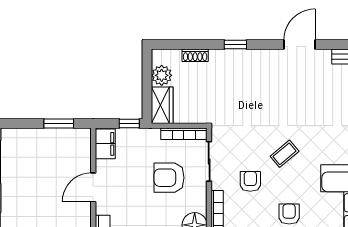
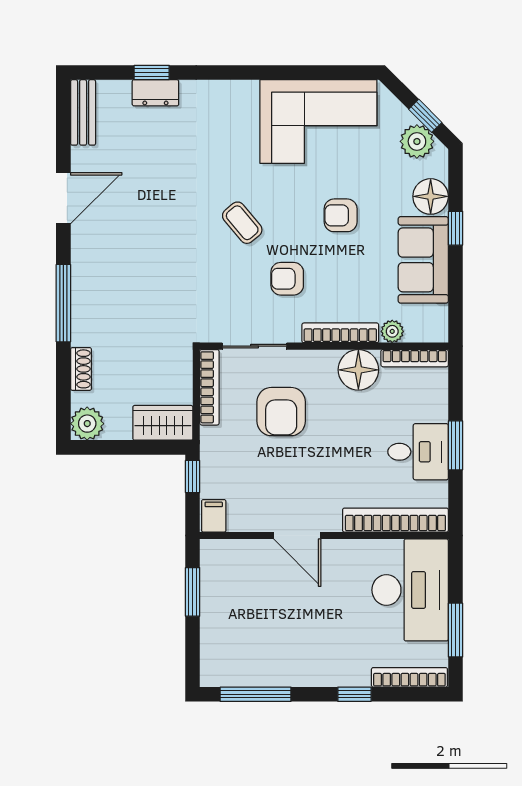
window: (235, 44) -> (63, 303), width x2.17
door: (300, 44) -> (63, 198), swing flipped
plant: (162, 75) -> (87, 424), moved
filing cabinet: (105, 144) -> (214, 516), width x0.50

